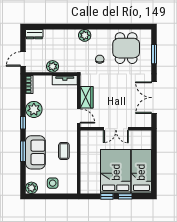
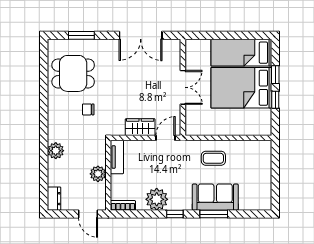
plant: (85, 35) -> (56, 151), moved
side table: (53, 183) -> (257, 174), removed
plant: (31, 188) -> (264, 202), removed

